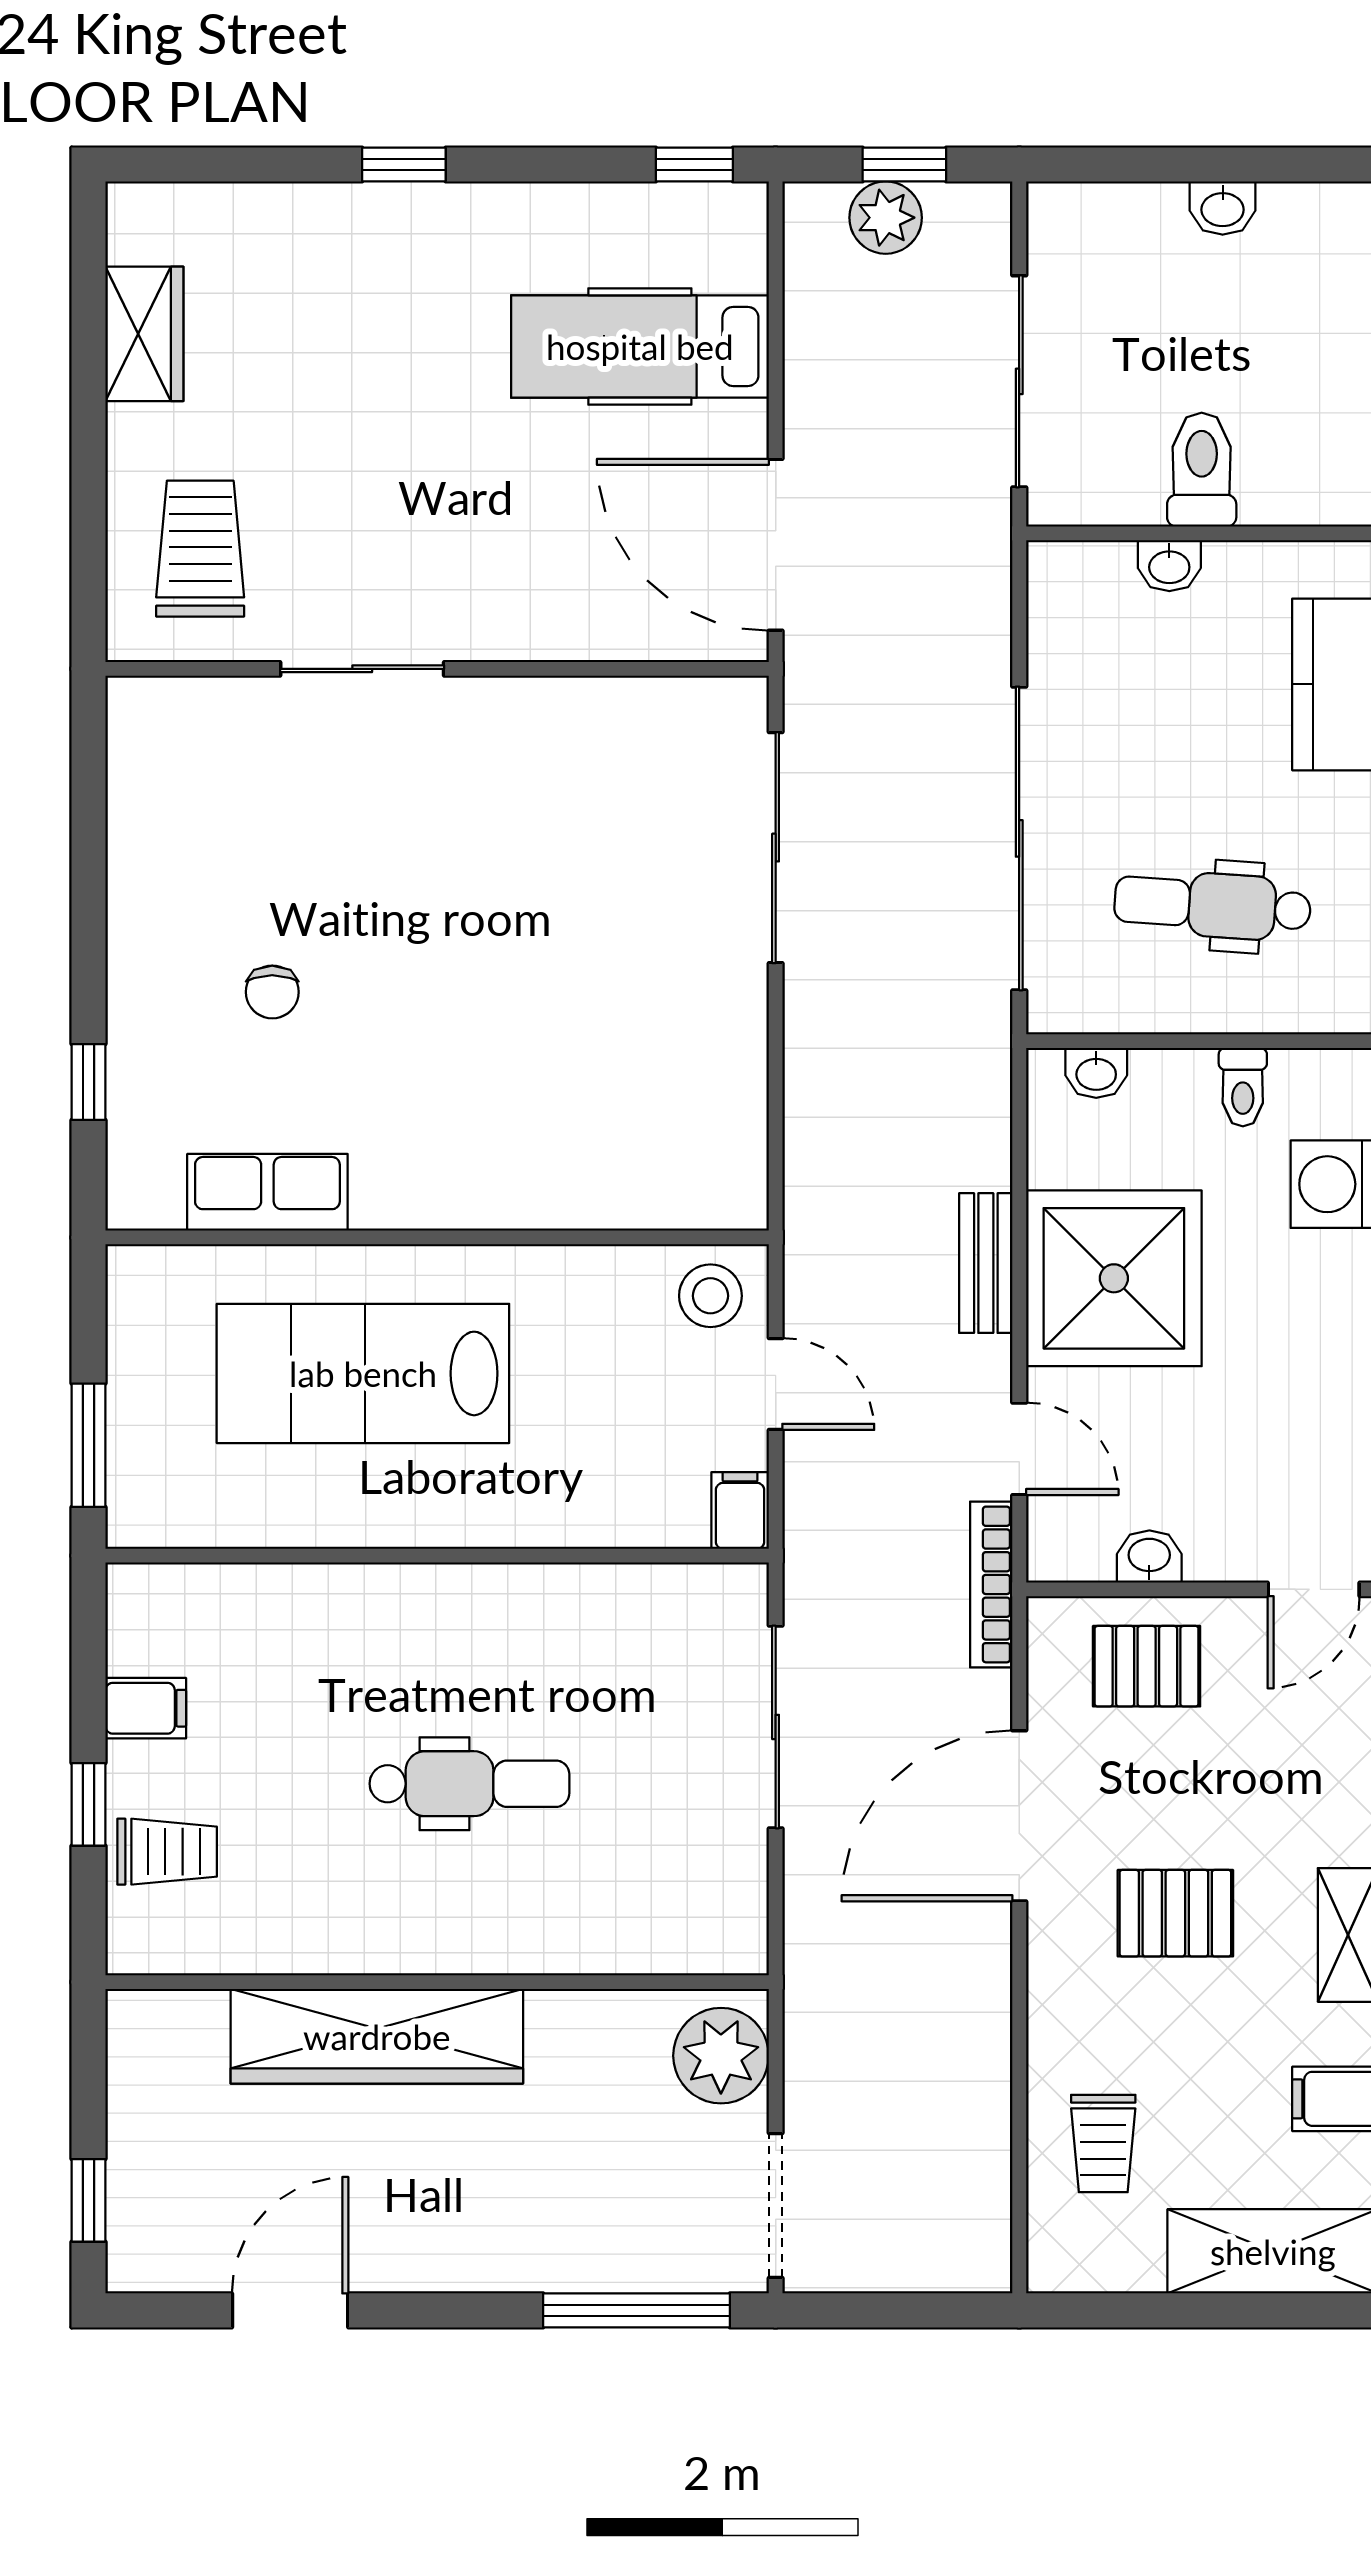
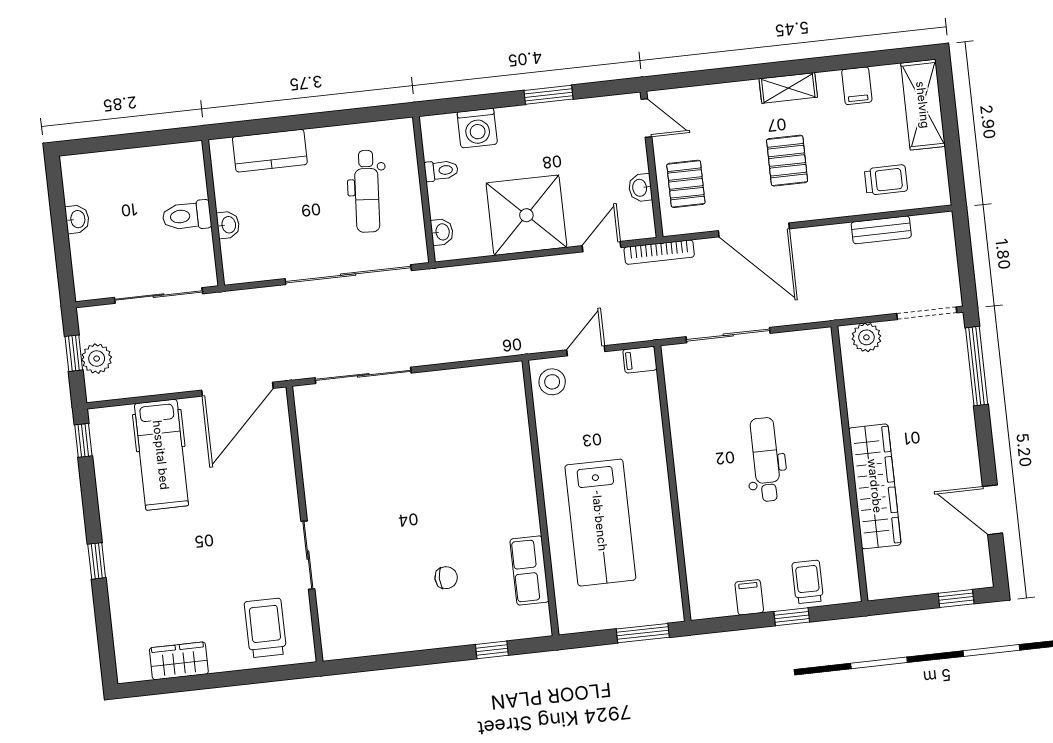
trolley: (200, 549) -> (265, 628), turned 90
bench: (986, 1263) -> (881, 230), moved
plant: (721, 2056) -> (866, 337), width x0.73, depth x0.73

